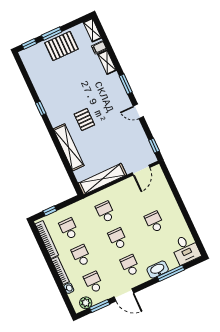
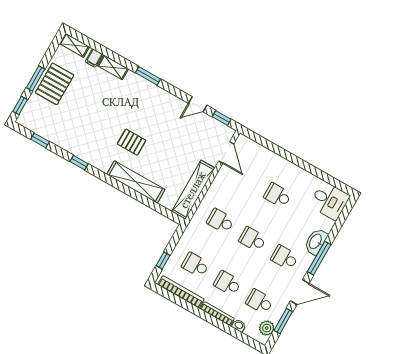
window: (26, 76) -> (40, 140), added
door: (138, 111) -> (198, 104), moved
window: (171, 273) -> (319, 258), moved

